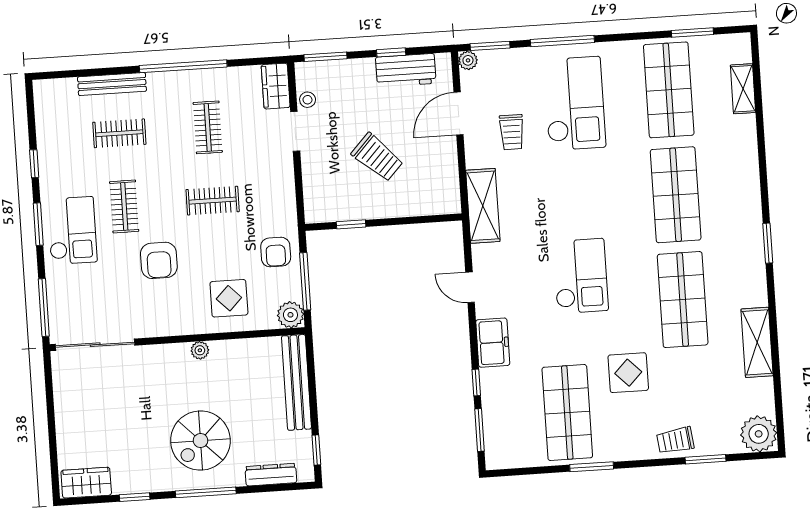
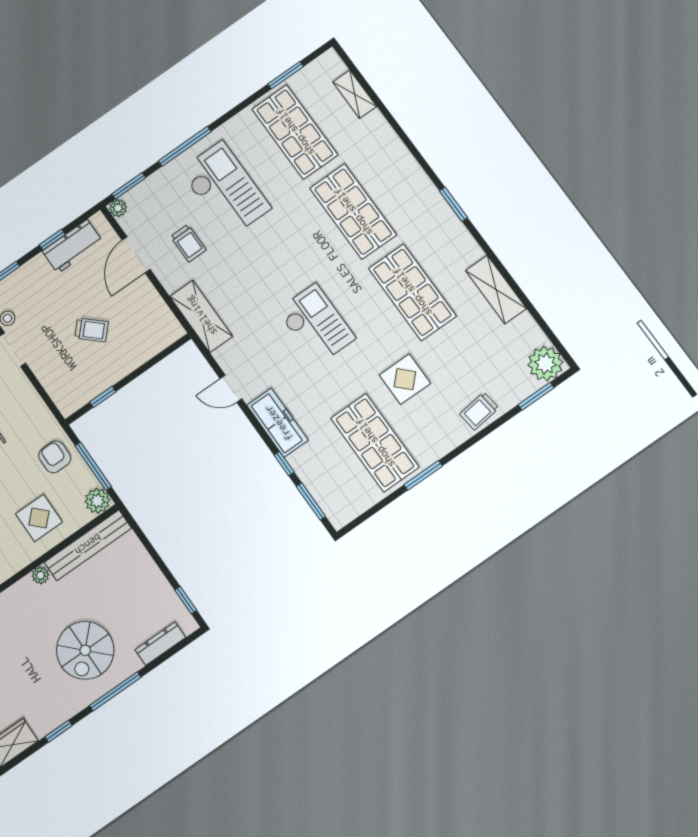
trolley: (377, 157) -> (92, 330), width x0.73, depth x0.72
armchair: (276, 252) -> (55, 457), turned 180
freezer: (493, 343) -> (278, 423), width x1.40
bench: (296, 382) -> (88, 545), moved, turned 90
window: (705, 459) -> (536, 396), moved

